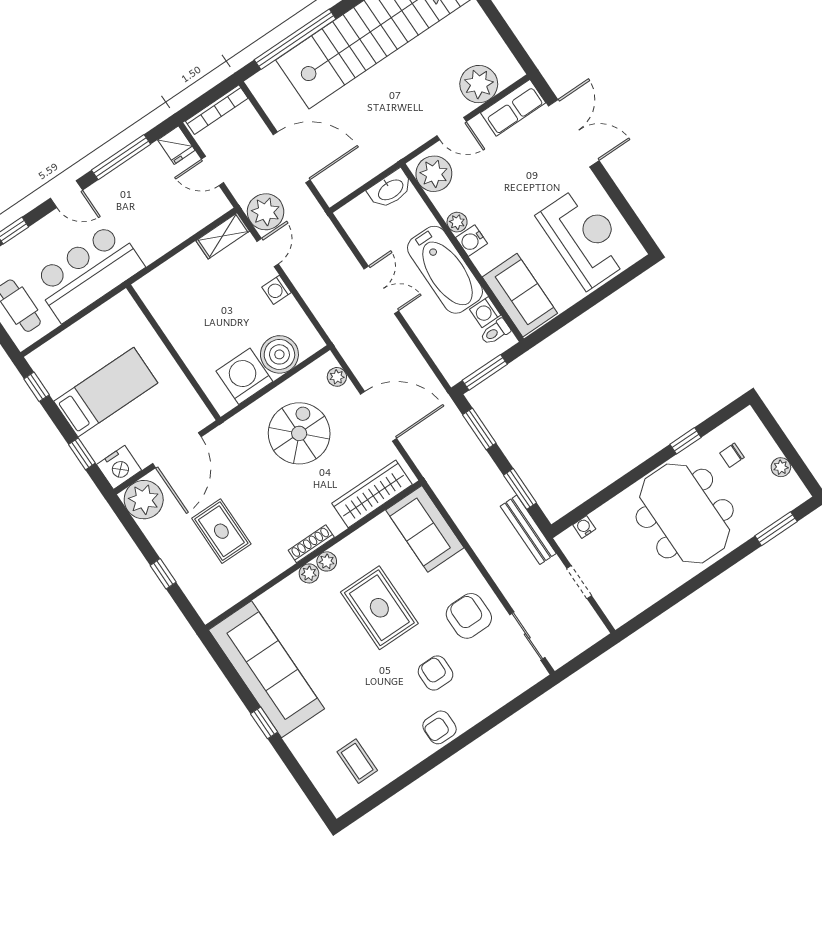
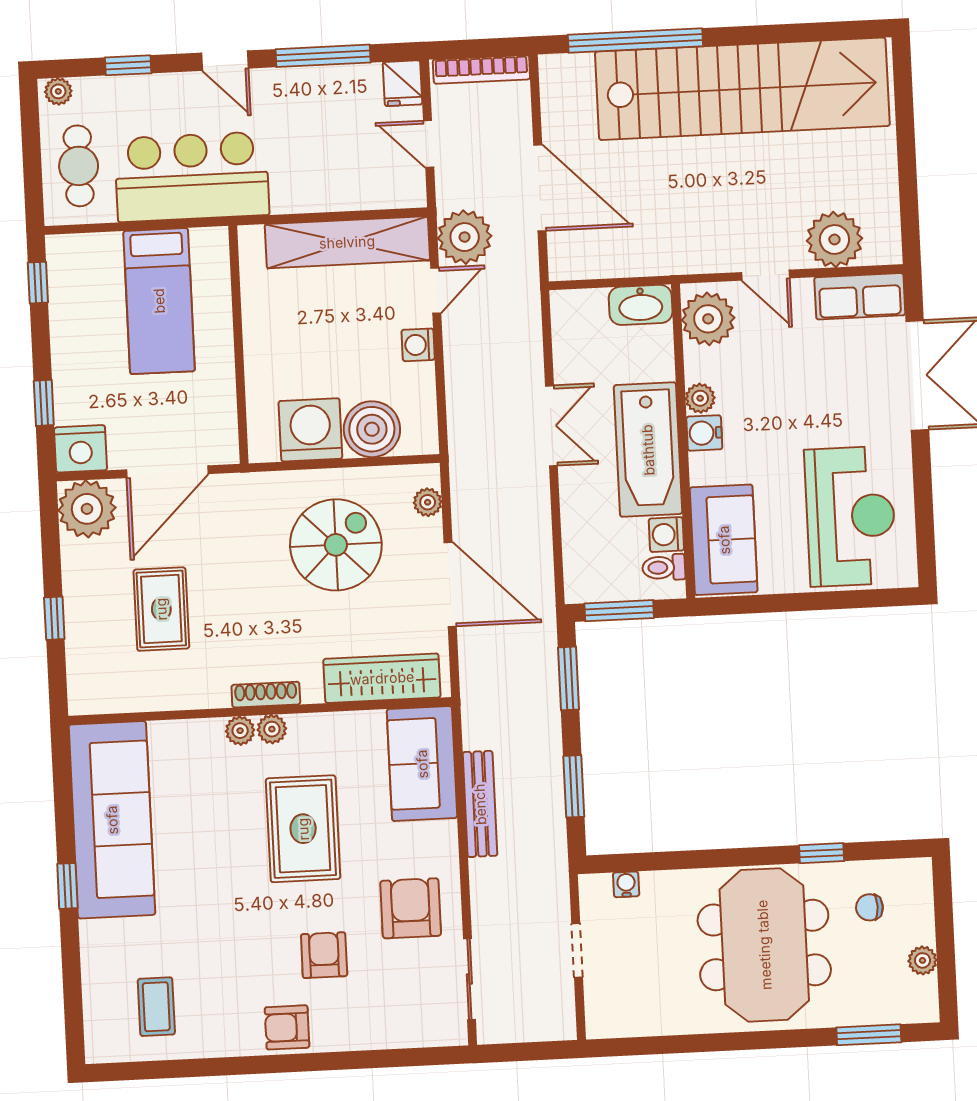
shelving: (223, 236) -> (347, 242), width x2.20, depth x1.33
bed: (106, 392) -> (159, 301), moved, turned 90
bench: (528, 530) -> (480, 804), moved

